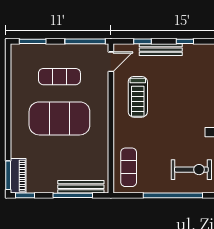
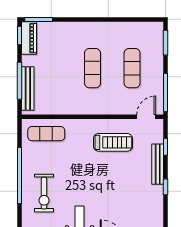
door: (111, 62) -> (146, 117), swing flipped
treadmill: (138, 97) -> (113, 142), turned 180
exercise mat: (59, 118) -> (93, 68), width x0.50, depth x0.69
piano: (18, 176) -> (29, 38), moved, turned -90

